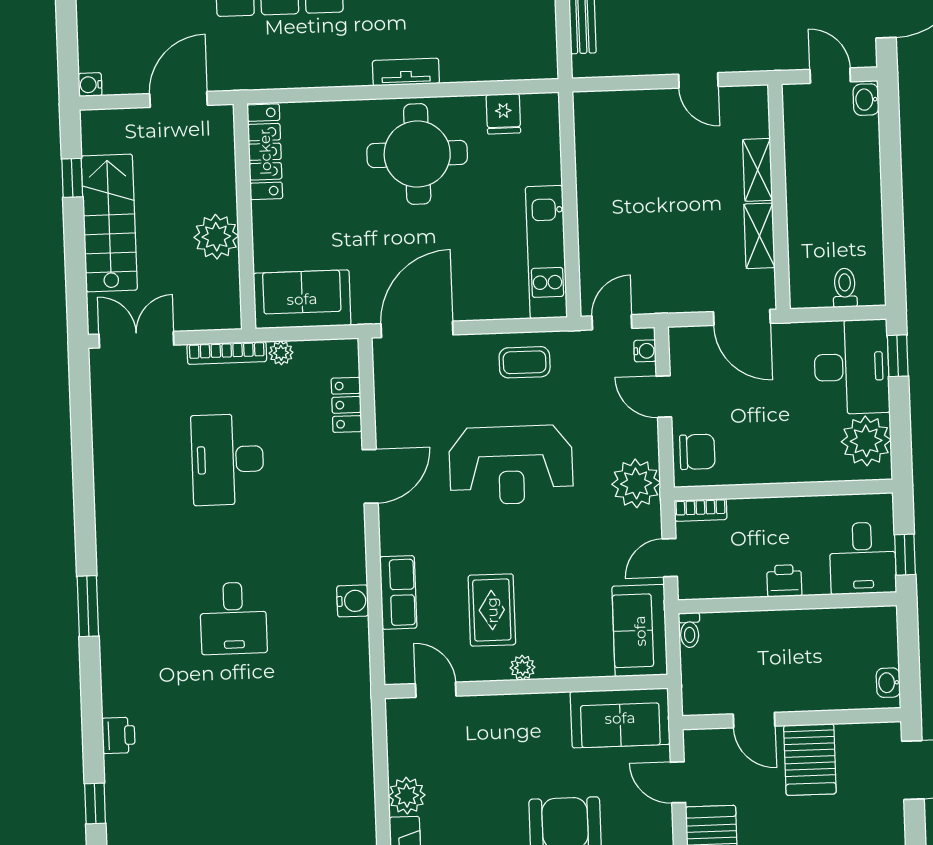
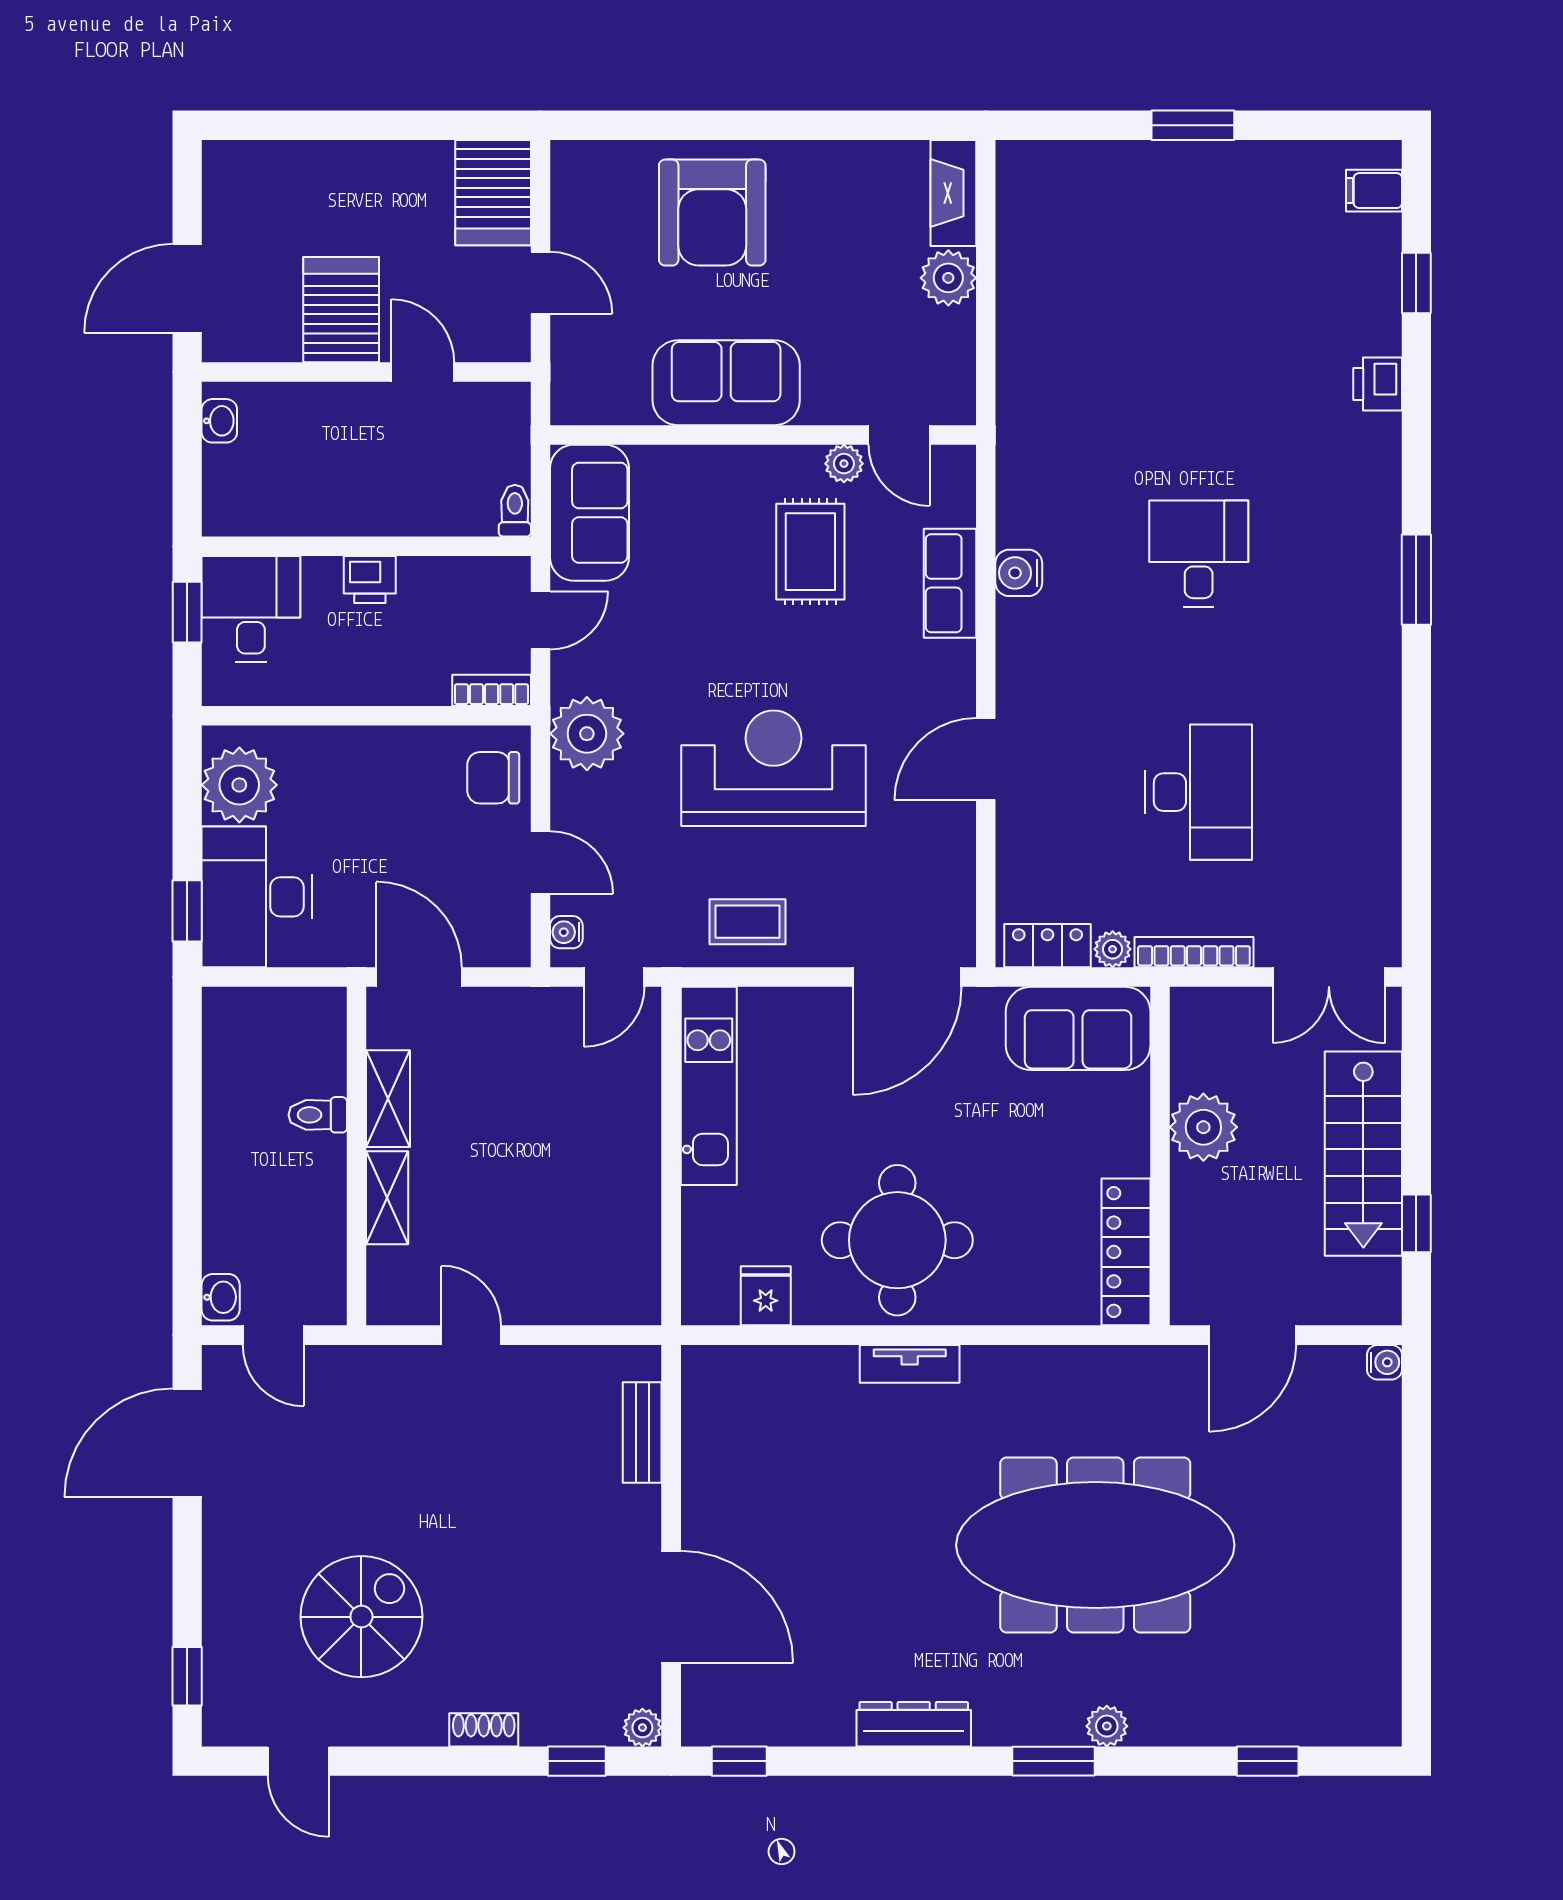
toilet: (845, 288) -> (318, 1115), moved, turned 90
locker: (347, 405) -> (1047, 946), moved, turned -90
plant: (523, 668) -> (844, 464), moved
sofa: (620, 718) -> (726, 383), moved

